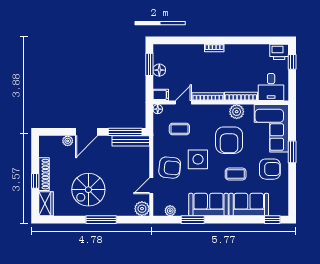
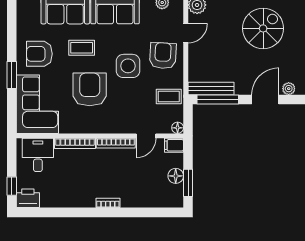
plant: (237, 112) -> (80, 125), removed
coffee table: (179, 129) -> (169, 97), moved
armchair: (170, 168) -> (163, 56), turned 87

